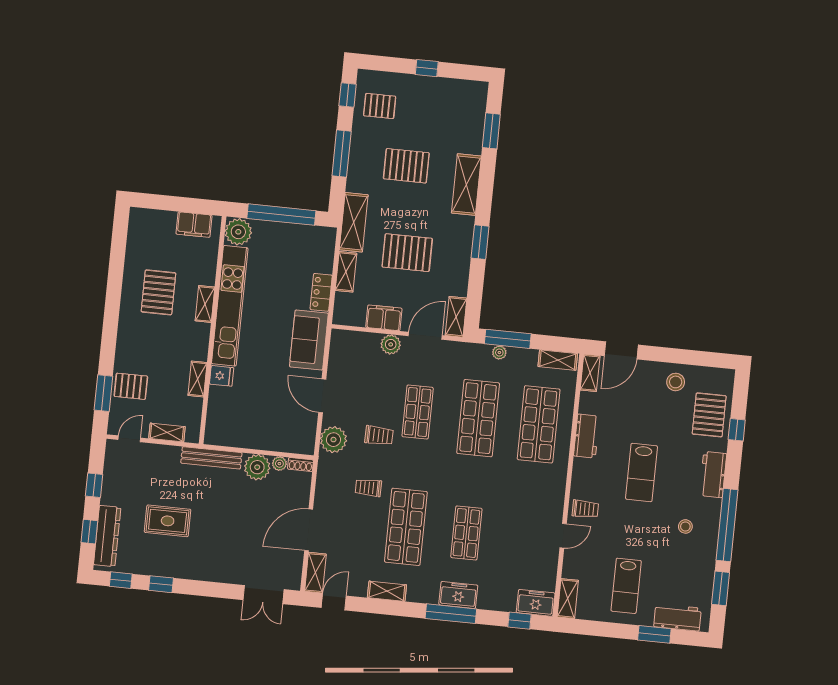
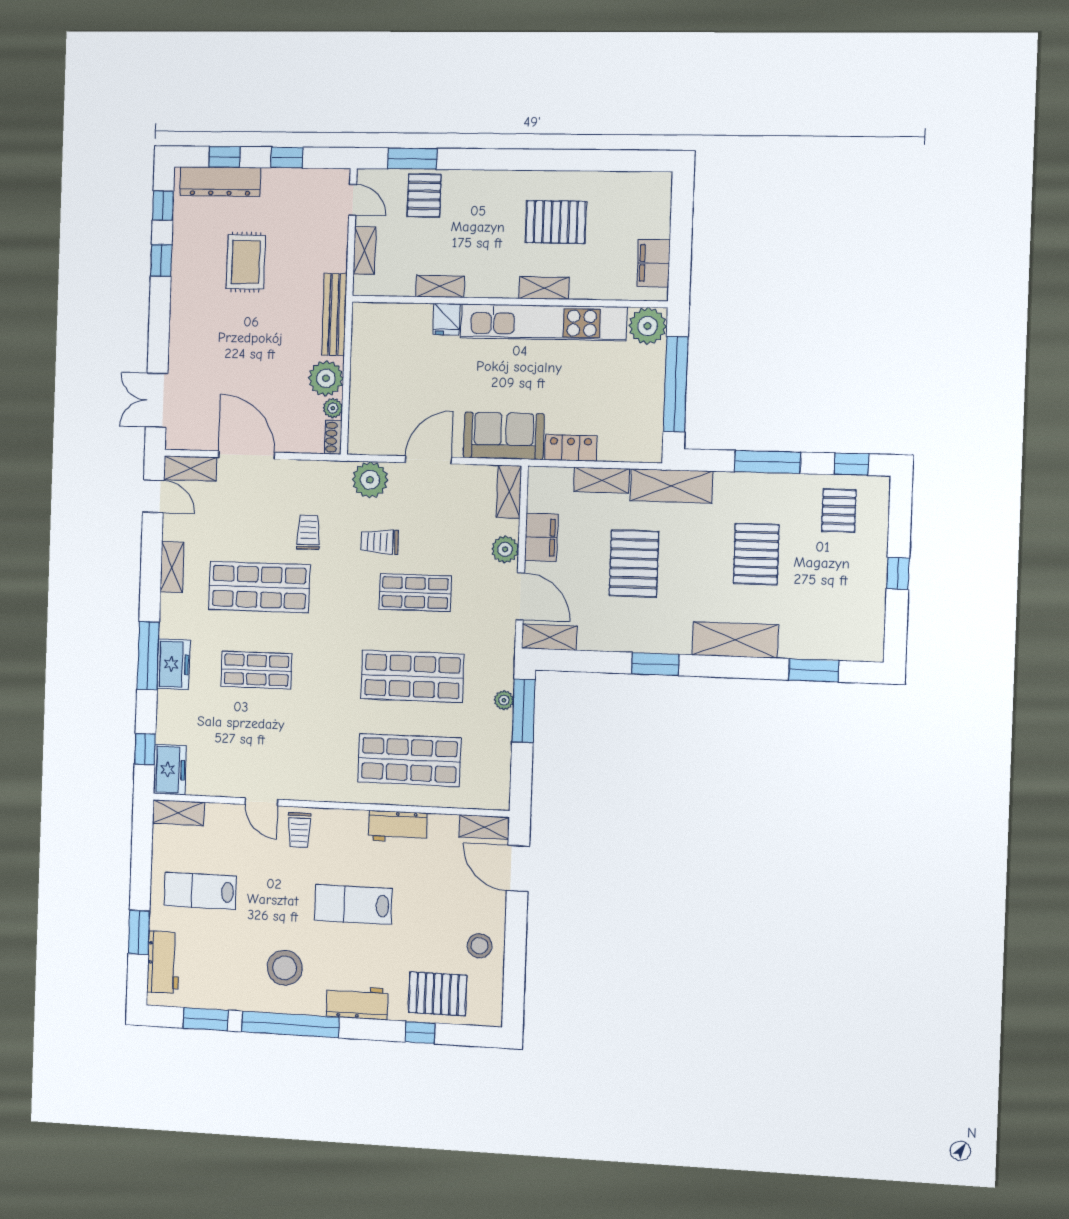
shelving: (558, 360) -> (509, 492), moved
trolley: (379, 435) -> (380, 542), turned 89
stool: (685, 526) -> (285, 968), width x1.89, depth x1.89

